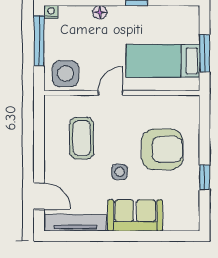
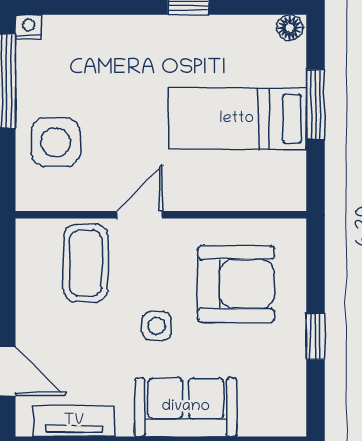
floor lamp: (100, 12) -> (290, 28), moved
door: (111, 93) -> (140, 215), moved
wall: (122, 93) -> (161, 215), moved
tv unit: (75, 223) -> (74, 421), width x0.71

